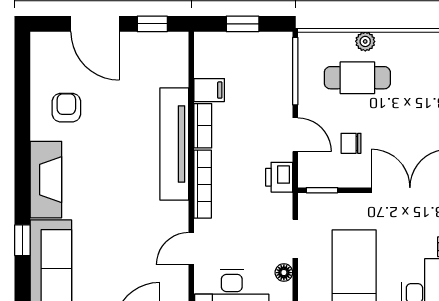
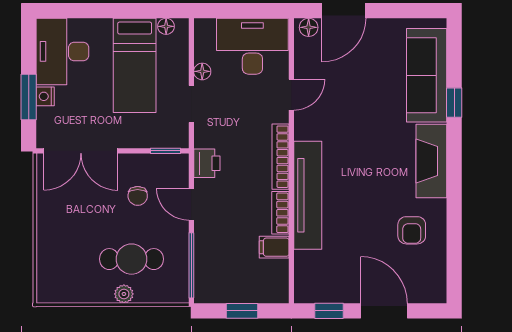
chair: (351, 143) -> (138, 196), turned 90

